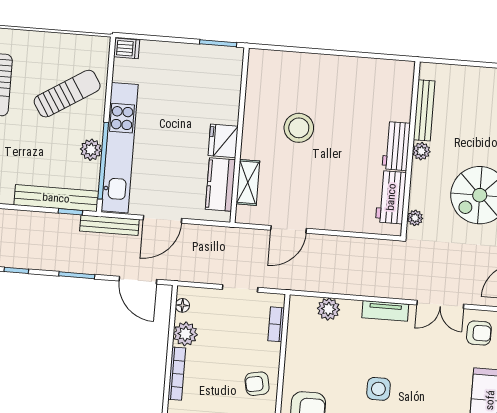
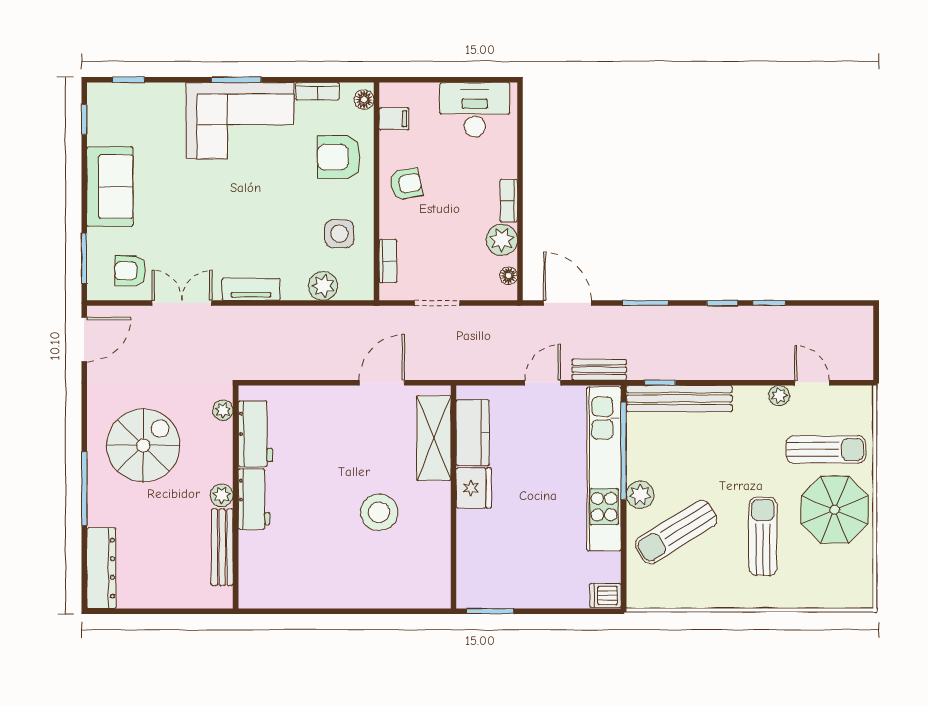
plant: (91, 150) -> (640, 495), moved
shelving: (248, 182) -> (434, 438), width x1.50, depth x1.33
door: (162, 219) -> (543, 383), width x0.73
bench: (109, 225) -> (599, 370), width x0.73
bookcase: (177, 374) -> (509, 201), width x0.64
side table: (378, 389) -> (339, 234), moved

